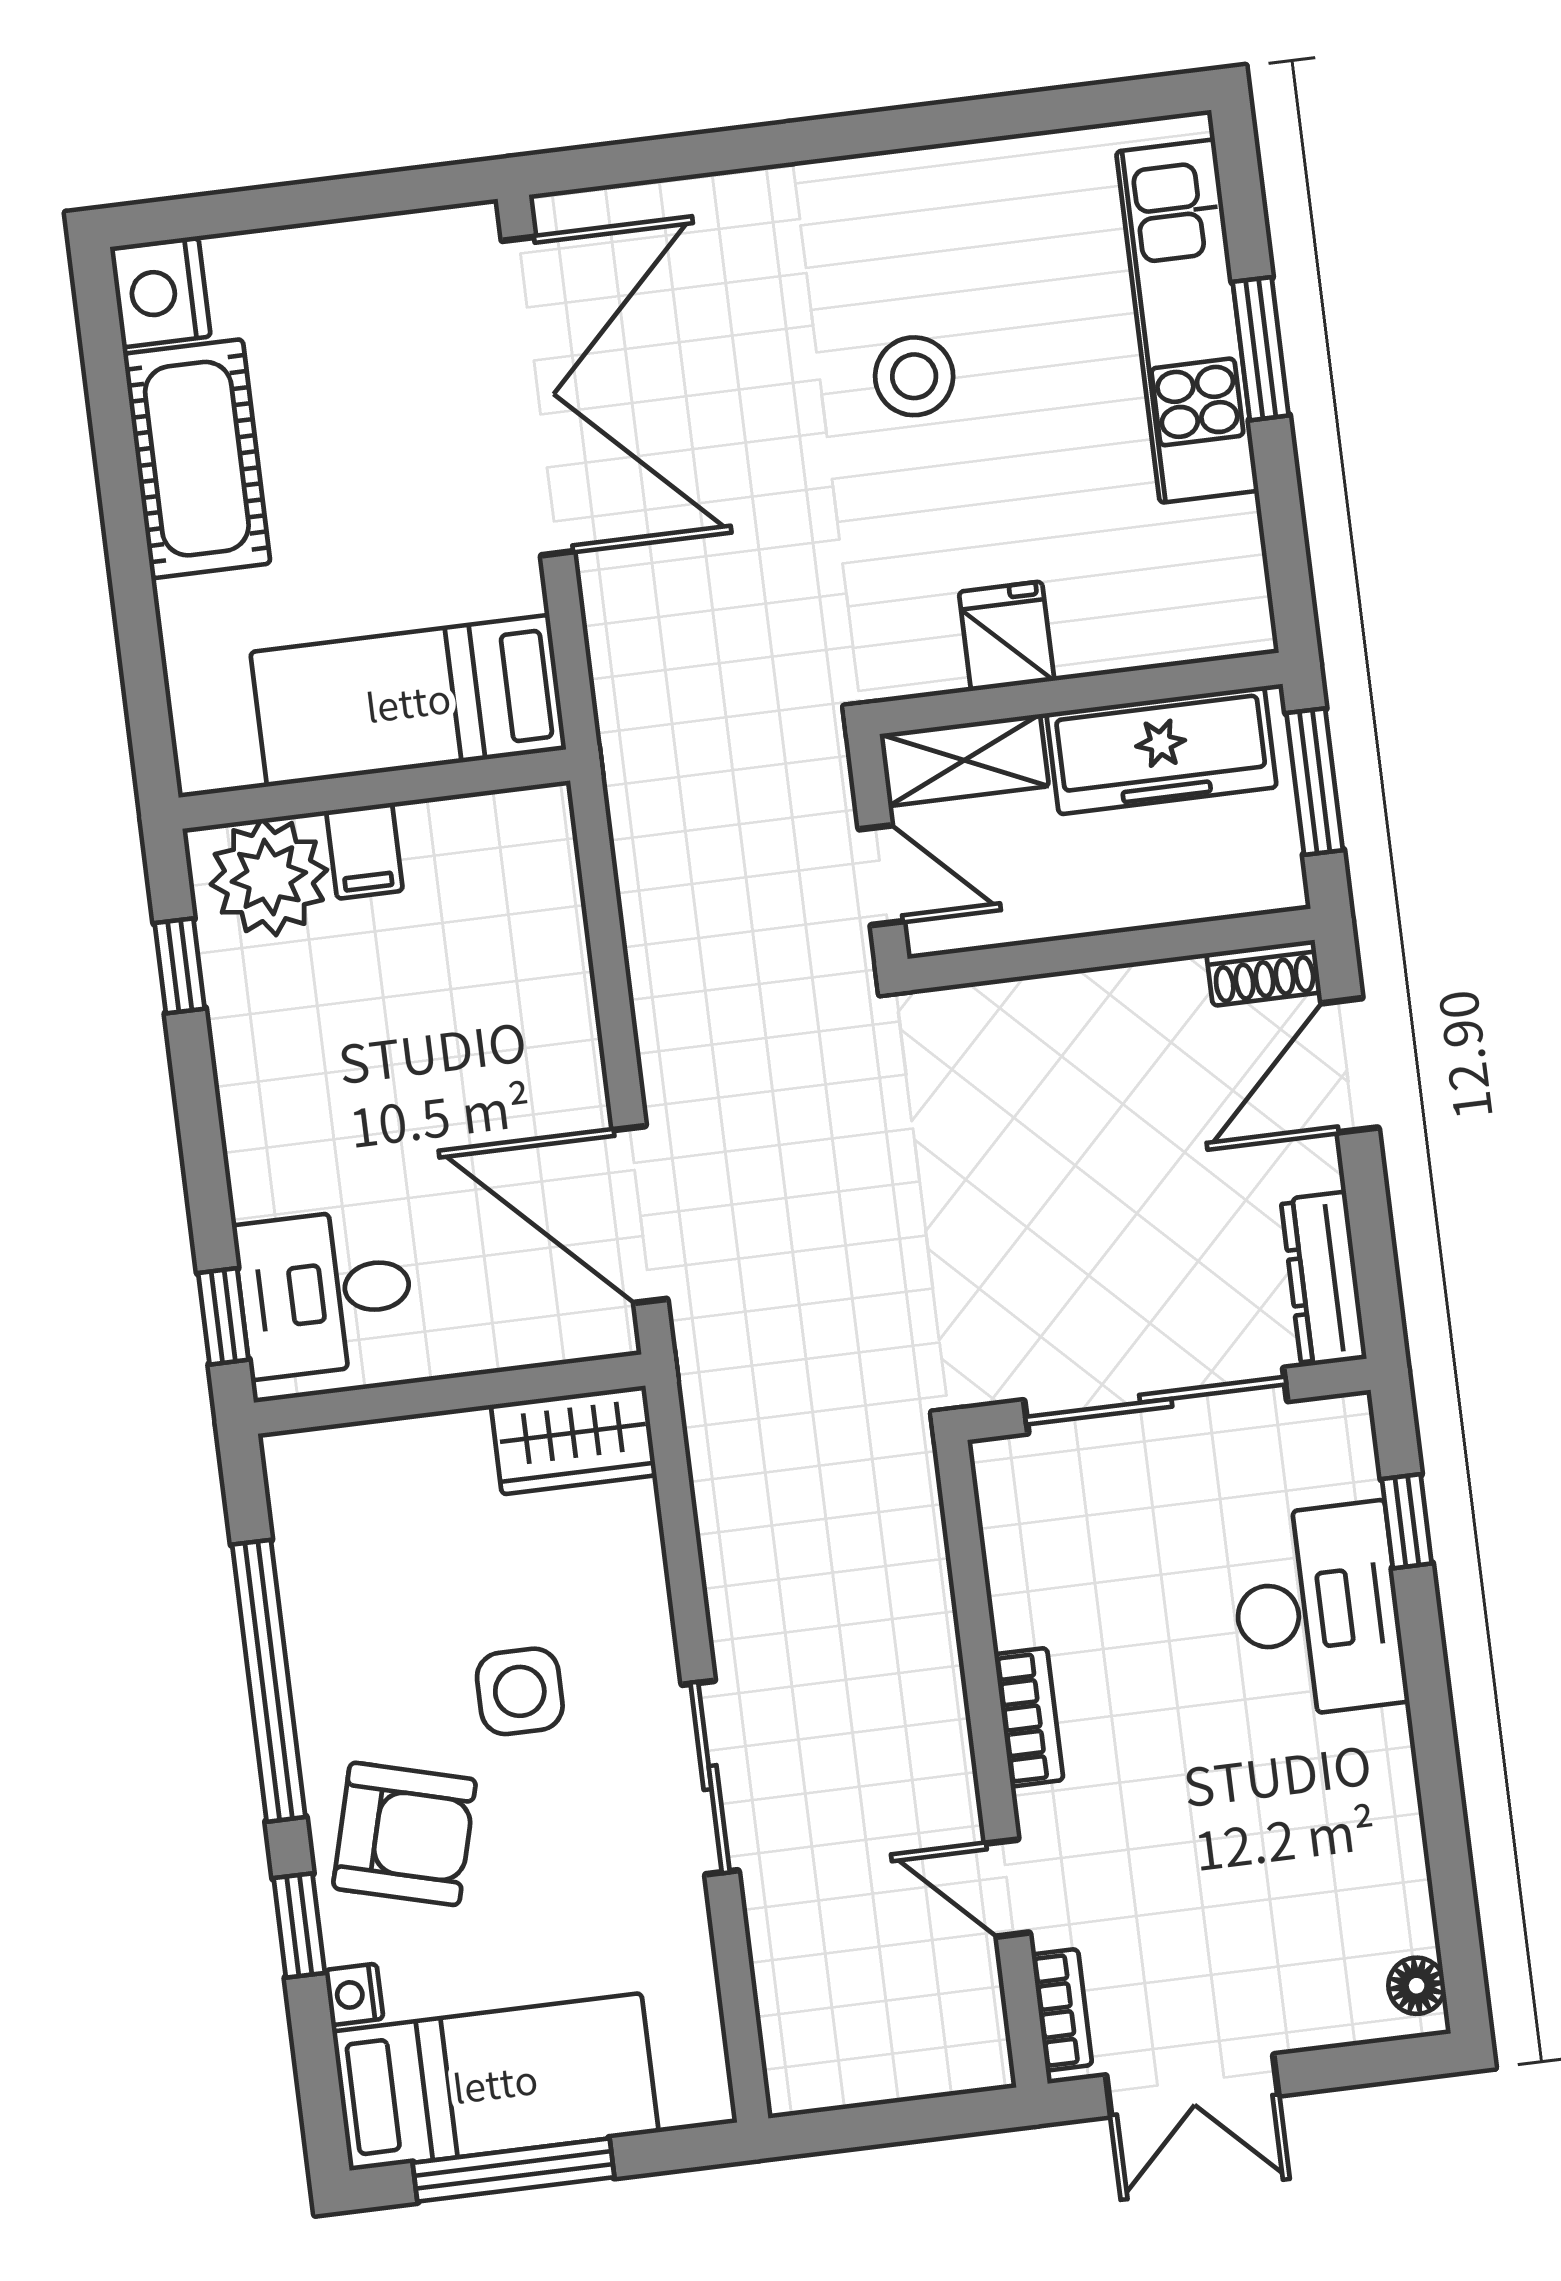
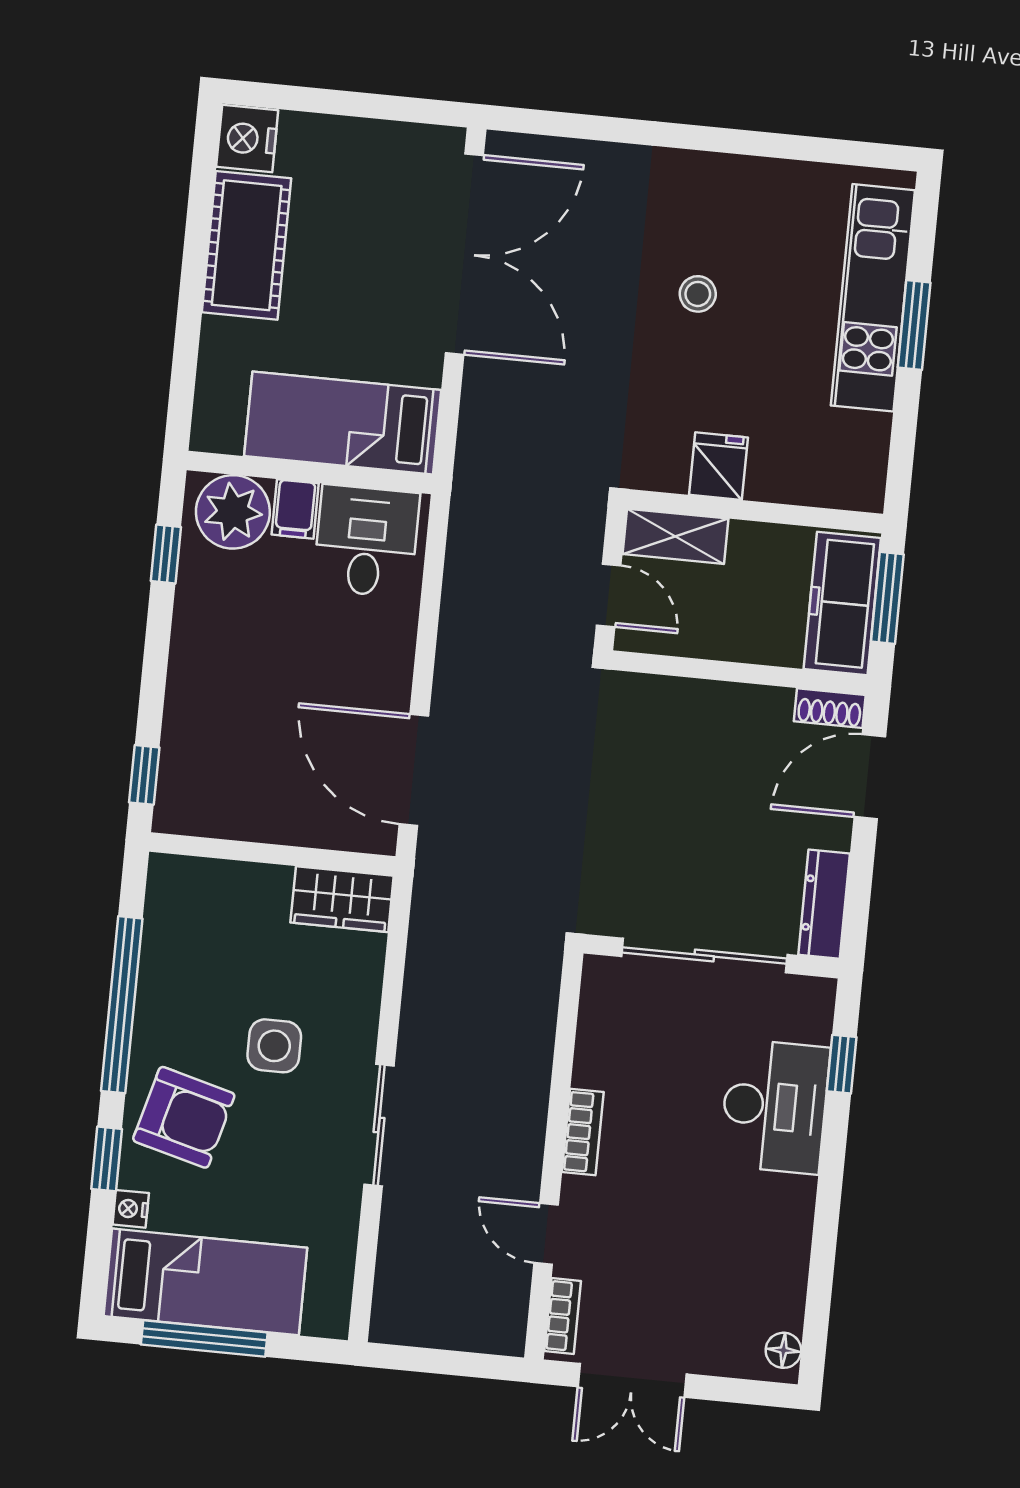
stool: (914, 376) -> (698, 294), width x0.73, depth x0.73
freezer: (1162, 750) -> (842, 603), moved, turned 90
desk: (325, 1293) -> (366, 541), moved, turned 90

